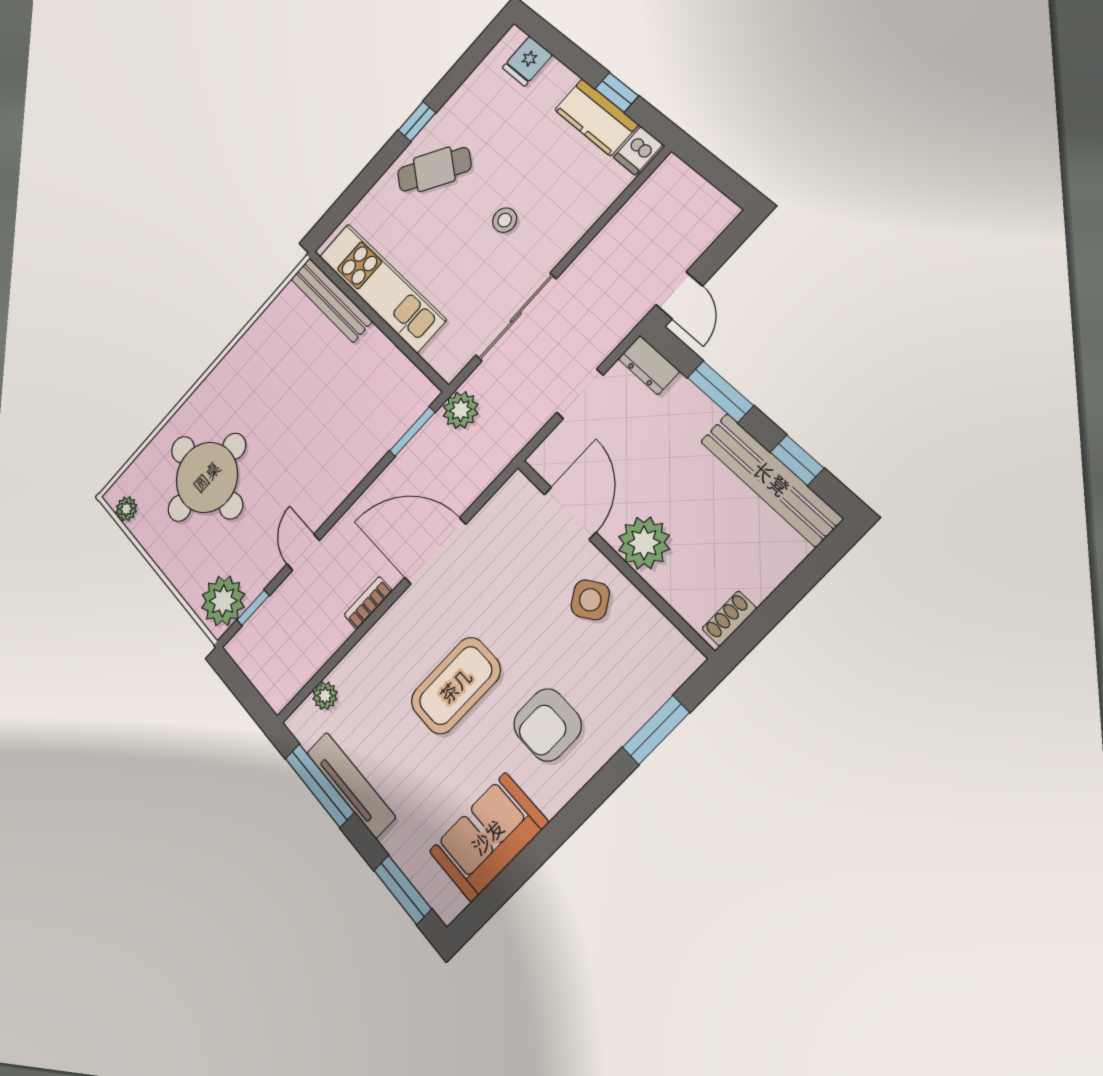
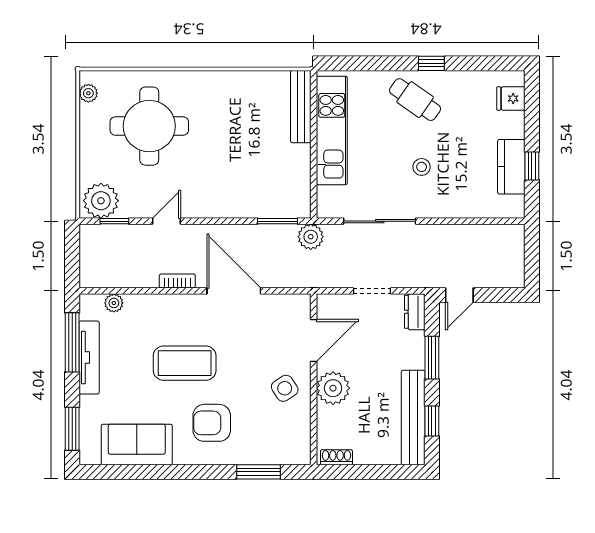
dishwasher: (638, 151) -> (512, 206), removed

